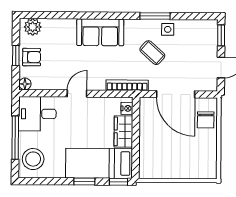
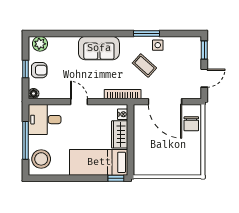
door: (77, 94) -> (79, 102), hinge flipped
window: (84, 182) -> (86, 178), removed

